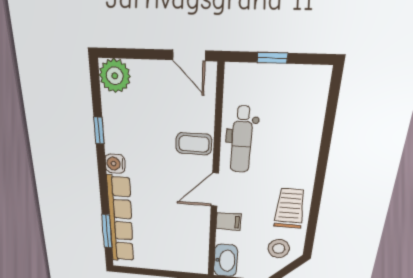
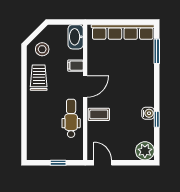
water cooler: (115, 164) -> (148, 113), moved
trolley: (290, 208) -> (39, 78), turned 180
row of seats: (121, 220) -> (123, 32), moved, turned -90

